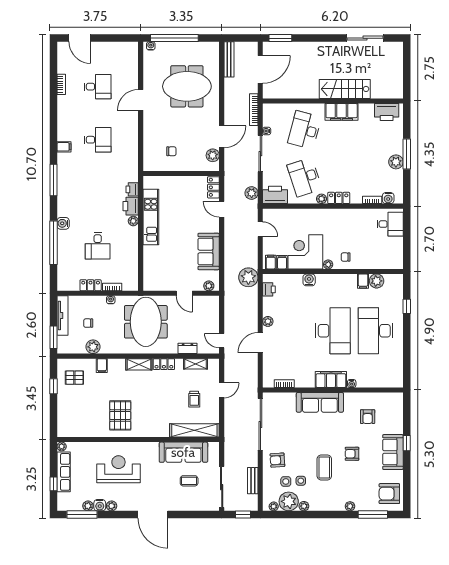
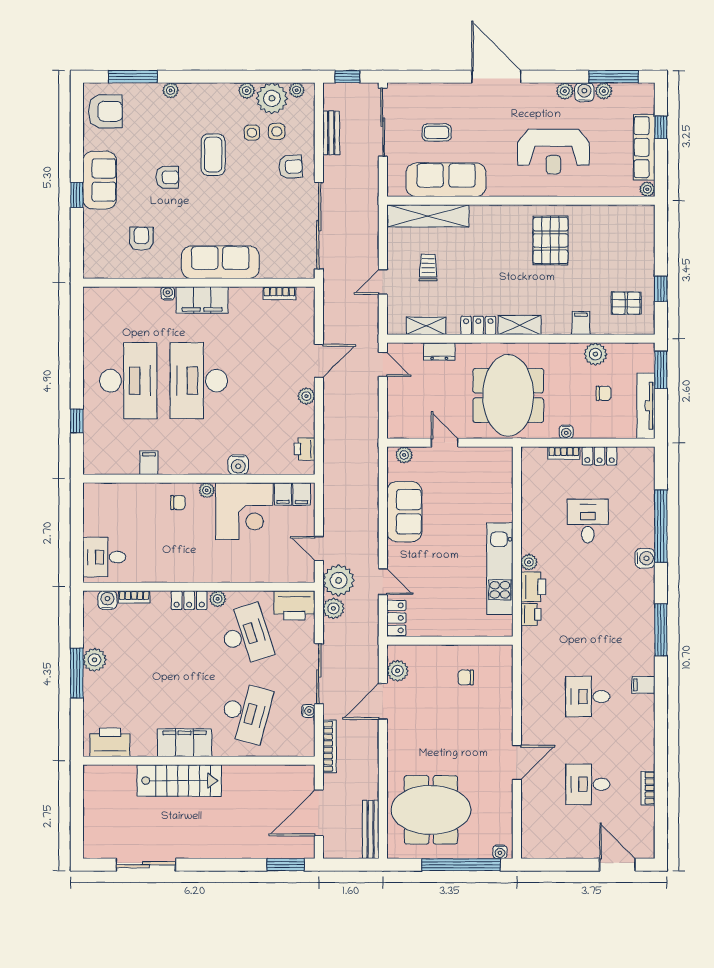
meeting table: (187, 86) -> (431, 810), moved
plant: (248, 277) -> (339, 580), moved
plant: (377, 281) -> (127, 463), removed

